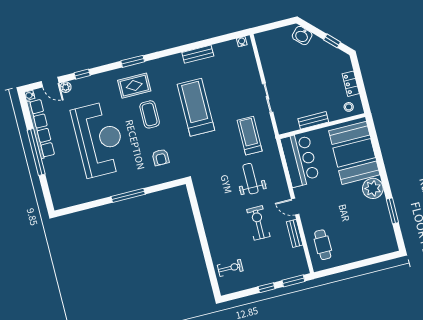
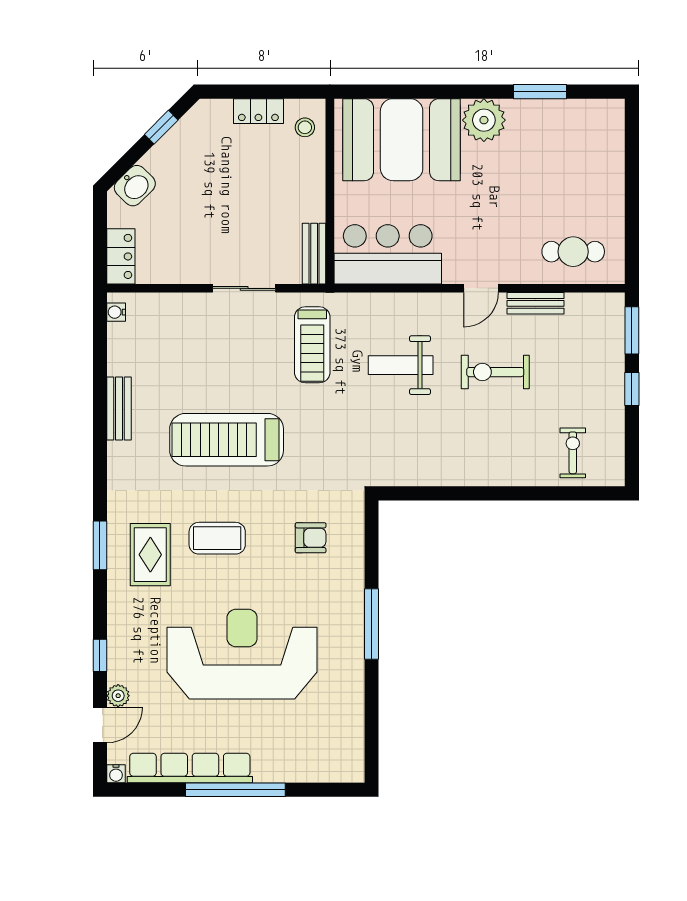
locker: (268, 37) -> (121, 256), added
bench: (313, 120) -> (314, 254), moved
treadmill: (250, 136) -> (312, 345), turned -90

